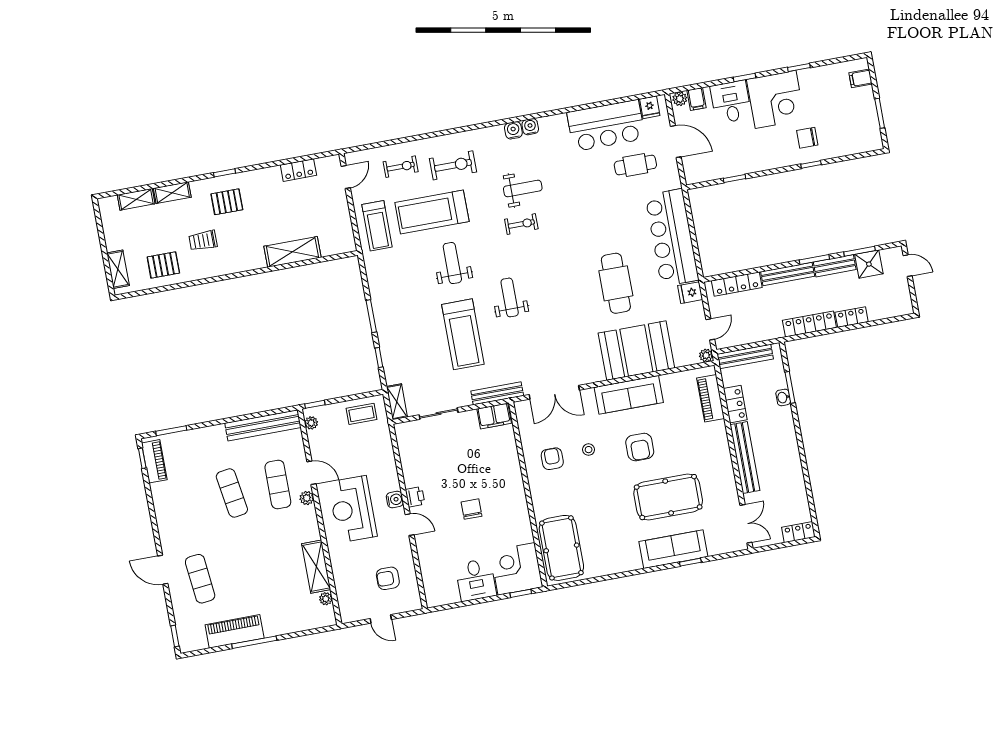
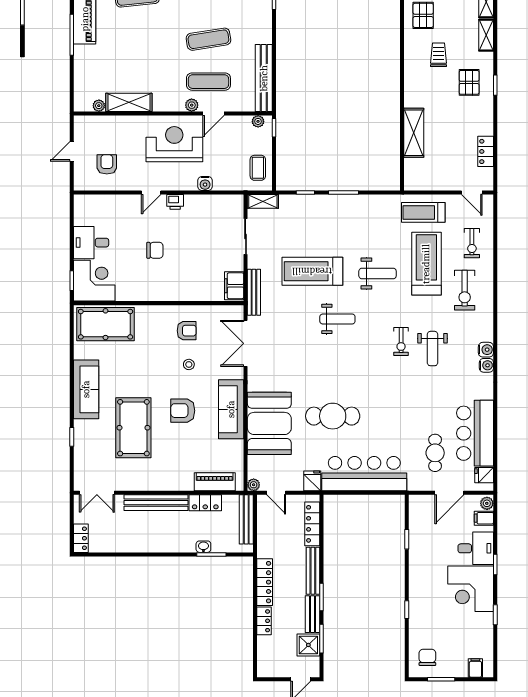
chair: (807, 138) -> (427, 657), moved
water cooler: (395, 500) -> (205, 183), moved
sofa: (673, 549) -> (86, 389), moved

